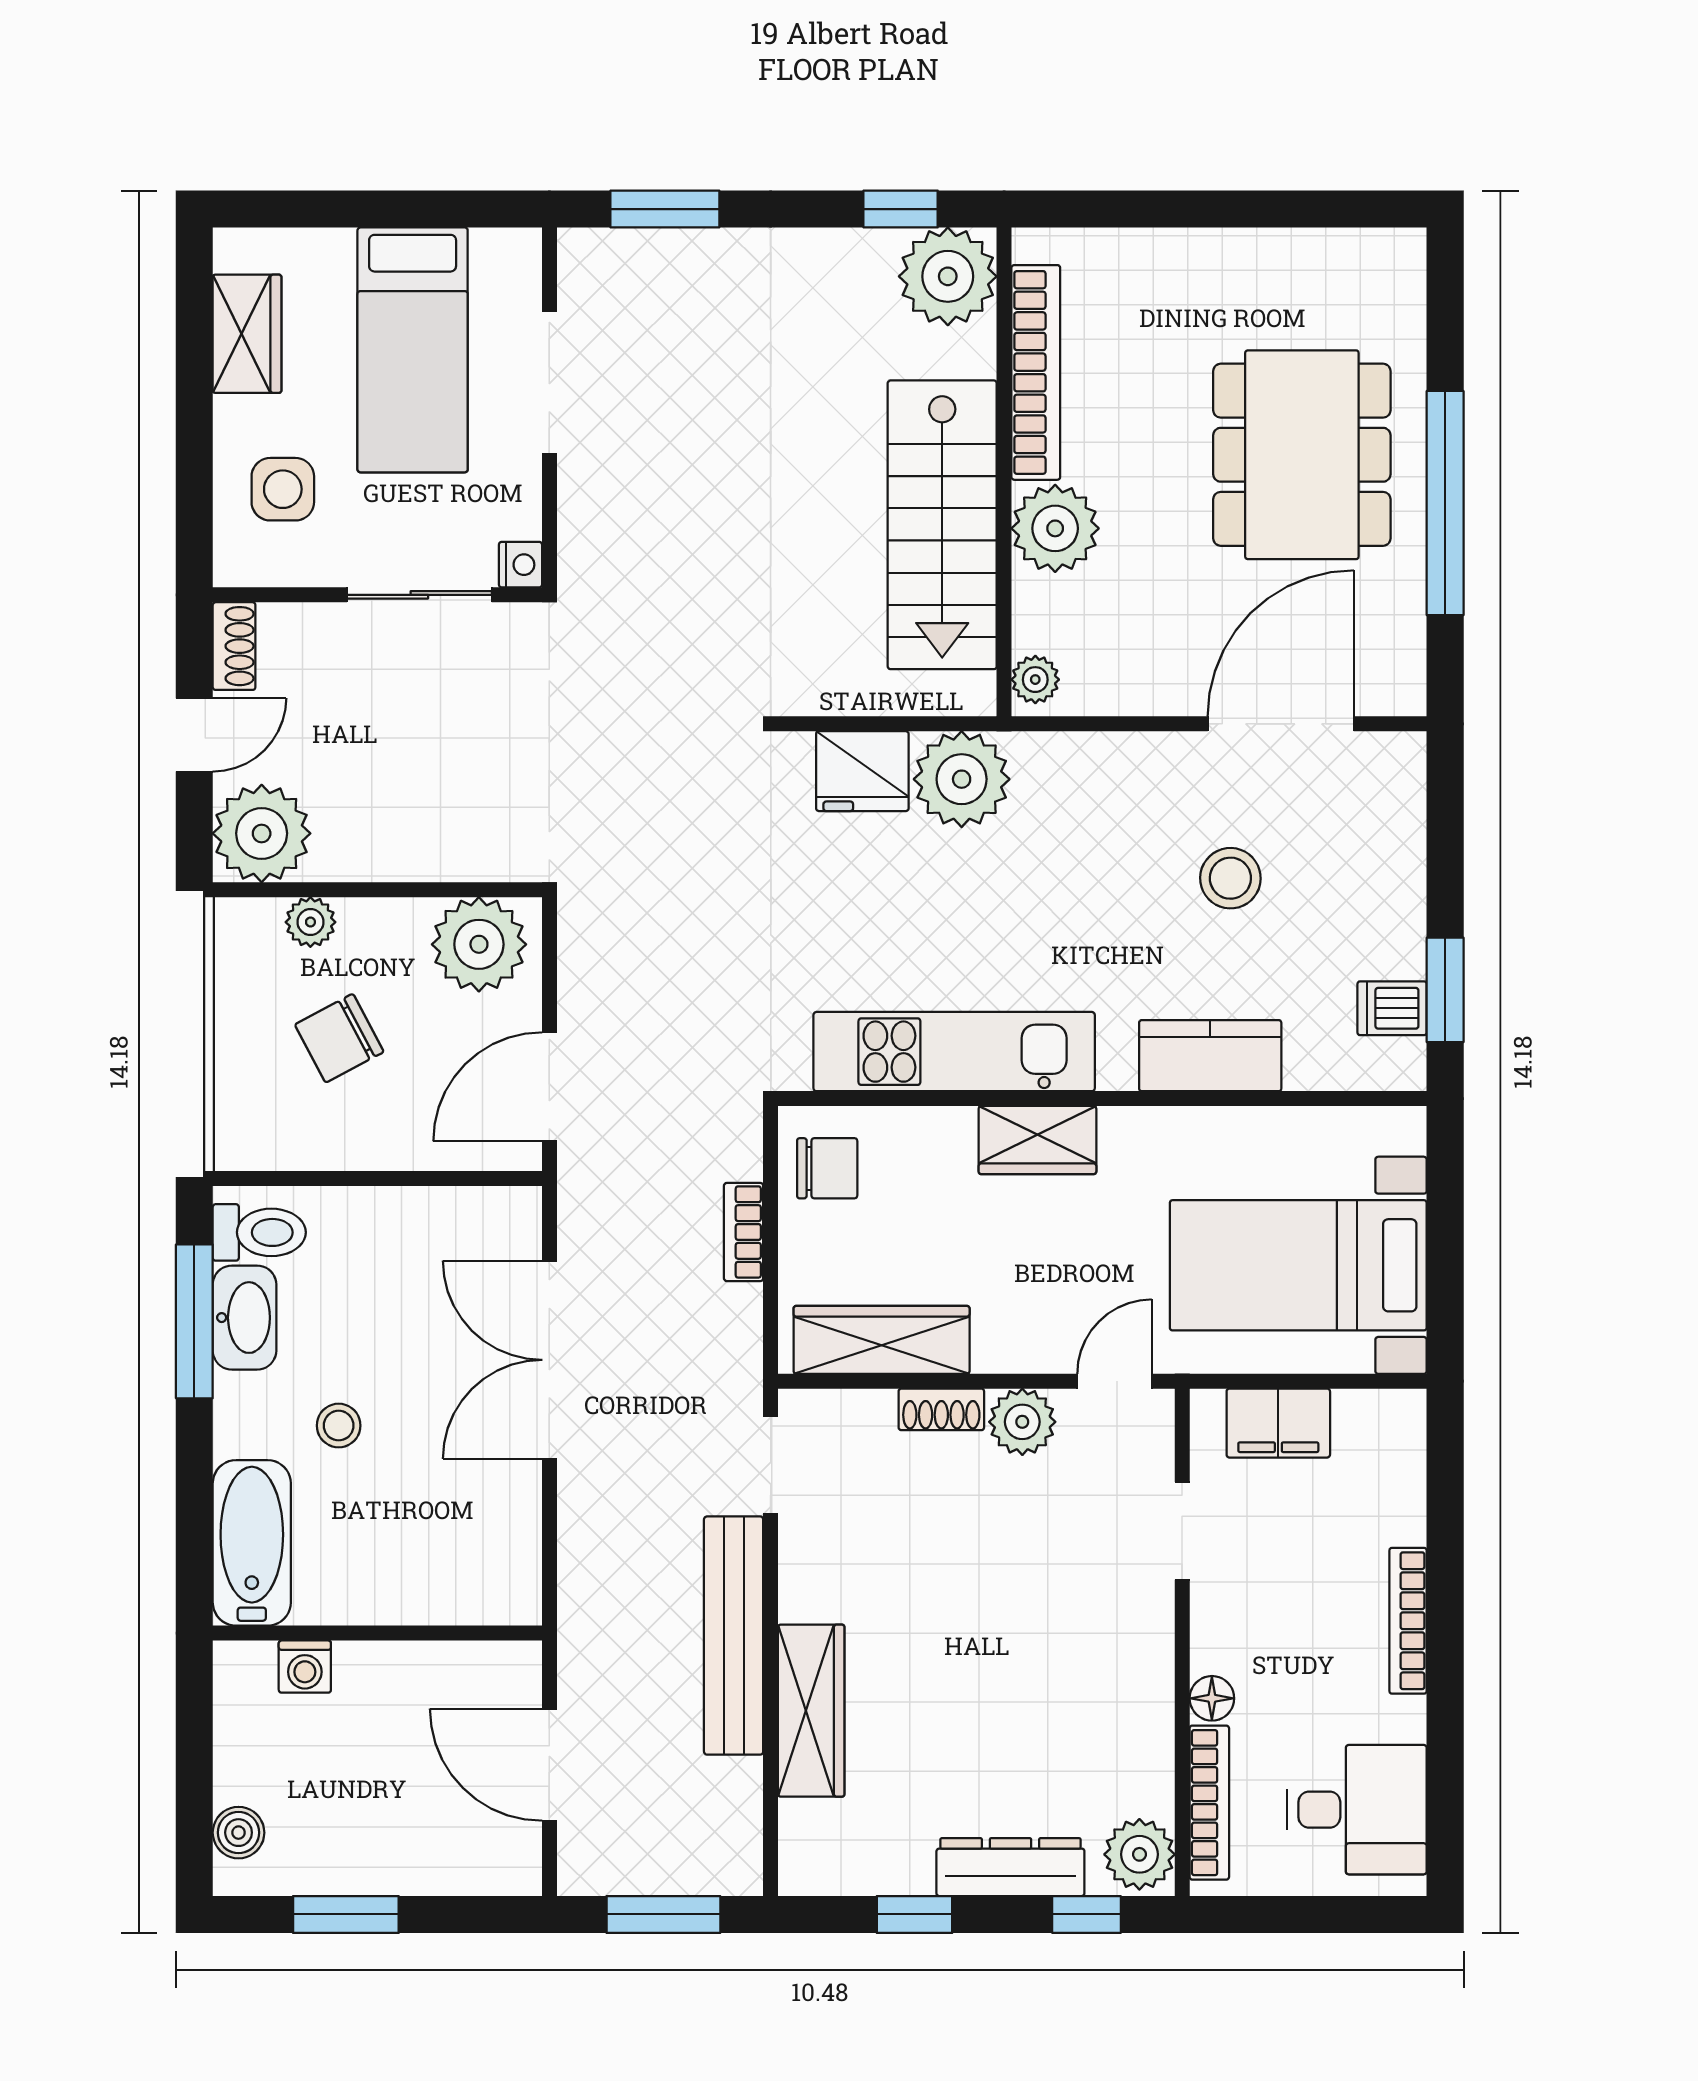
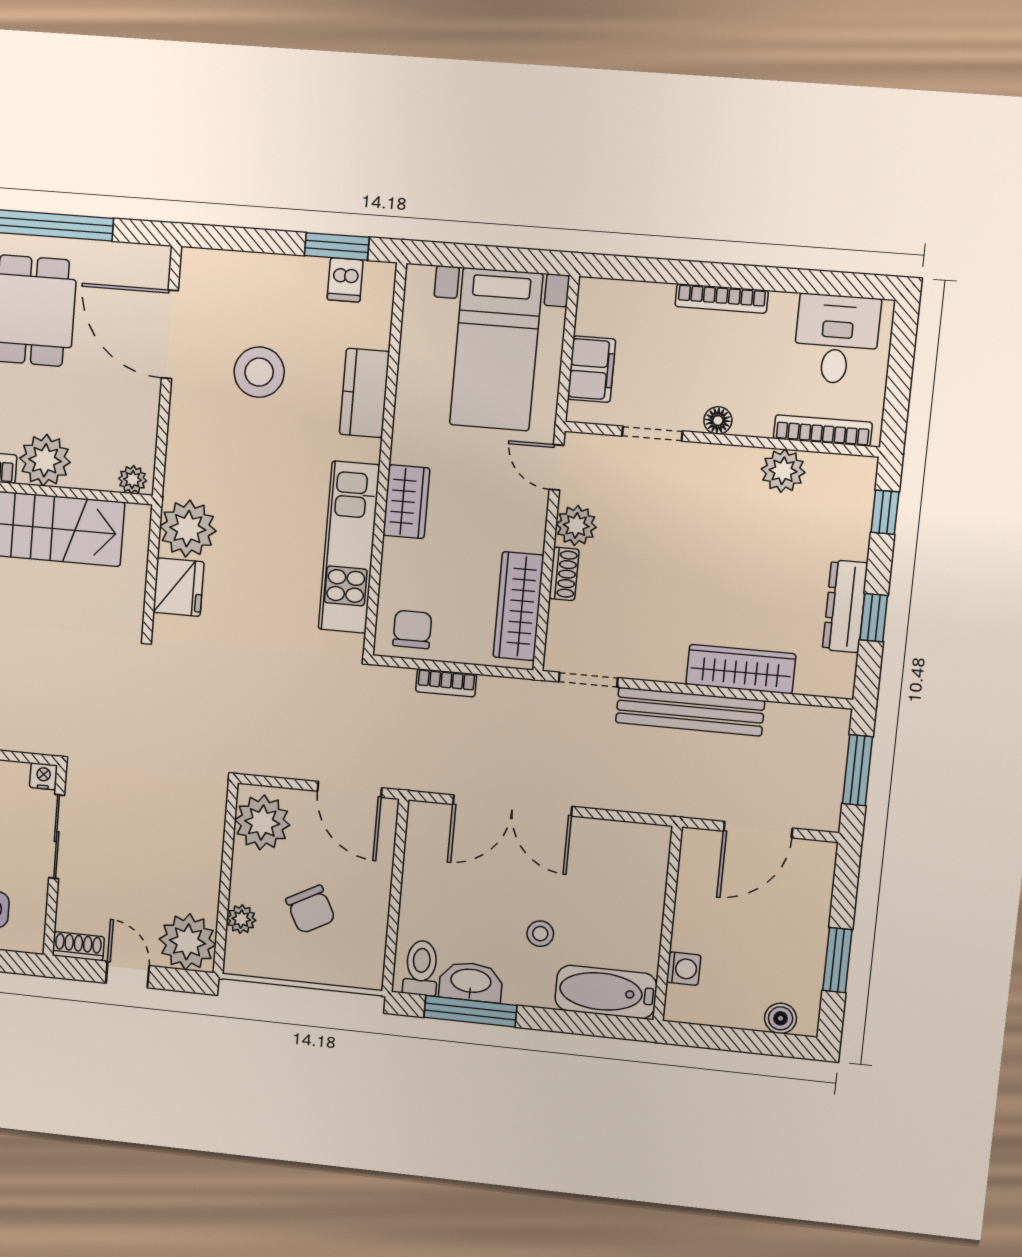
stool: (1230, 878) -> (259, 372), width x1.38, depth x1.38
floor lamp: (1212, 1698) -> (718, 420), moved
plant: (1139, 1854) -> (783, 471), moved
dresser: (1010, 1867) -> (845, 606), moved

